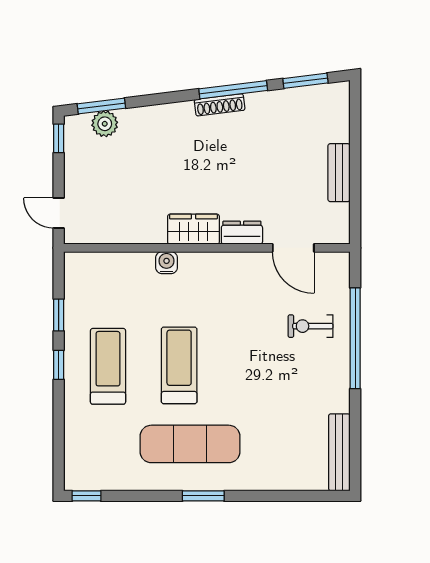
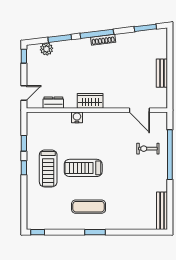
window: (233, 90) -> (97, 34), moved
window: (101, 106) -> (60, 38), moved
door: (59, 213) -> (24, 93), swing flipped
dresser: (242, 233) -> (53, 103), moved
treadmill: (179, 365) -> (83, 168), turned -90
treadmill: (108, 366) -> (48, 168), turned 180
exercise mat: (190, 444) -> (89, 207), width x0.73, depth x0.69

